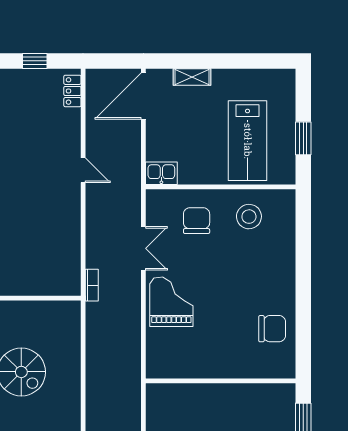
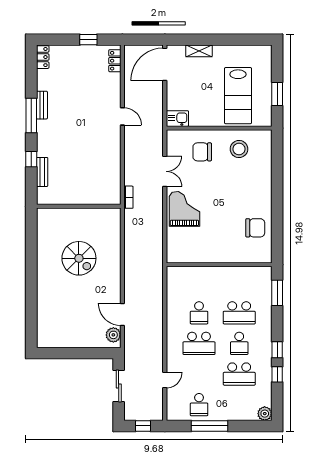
chair: (197, 221) -> (202, 152), turned -90

